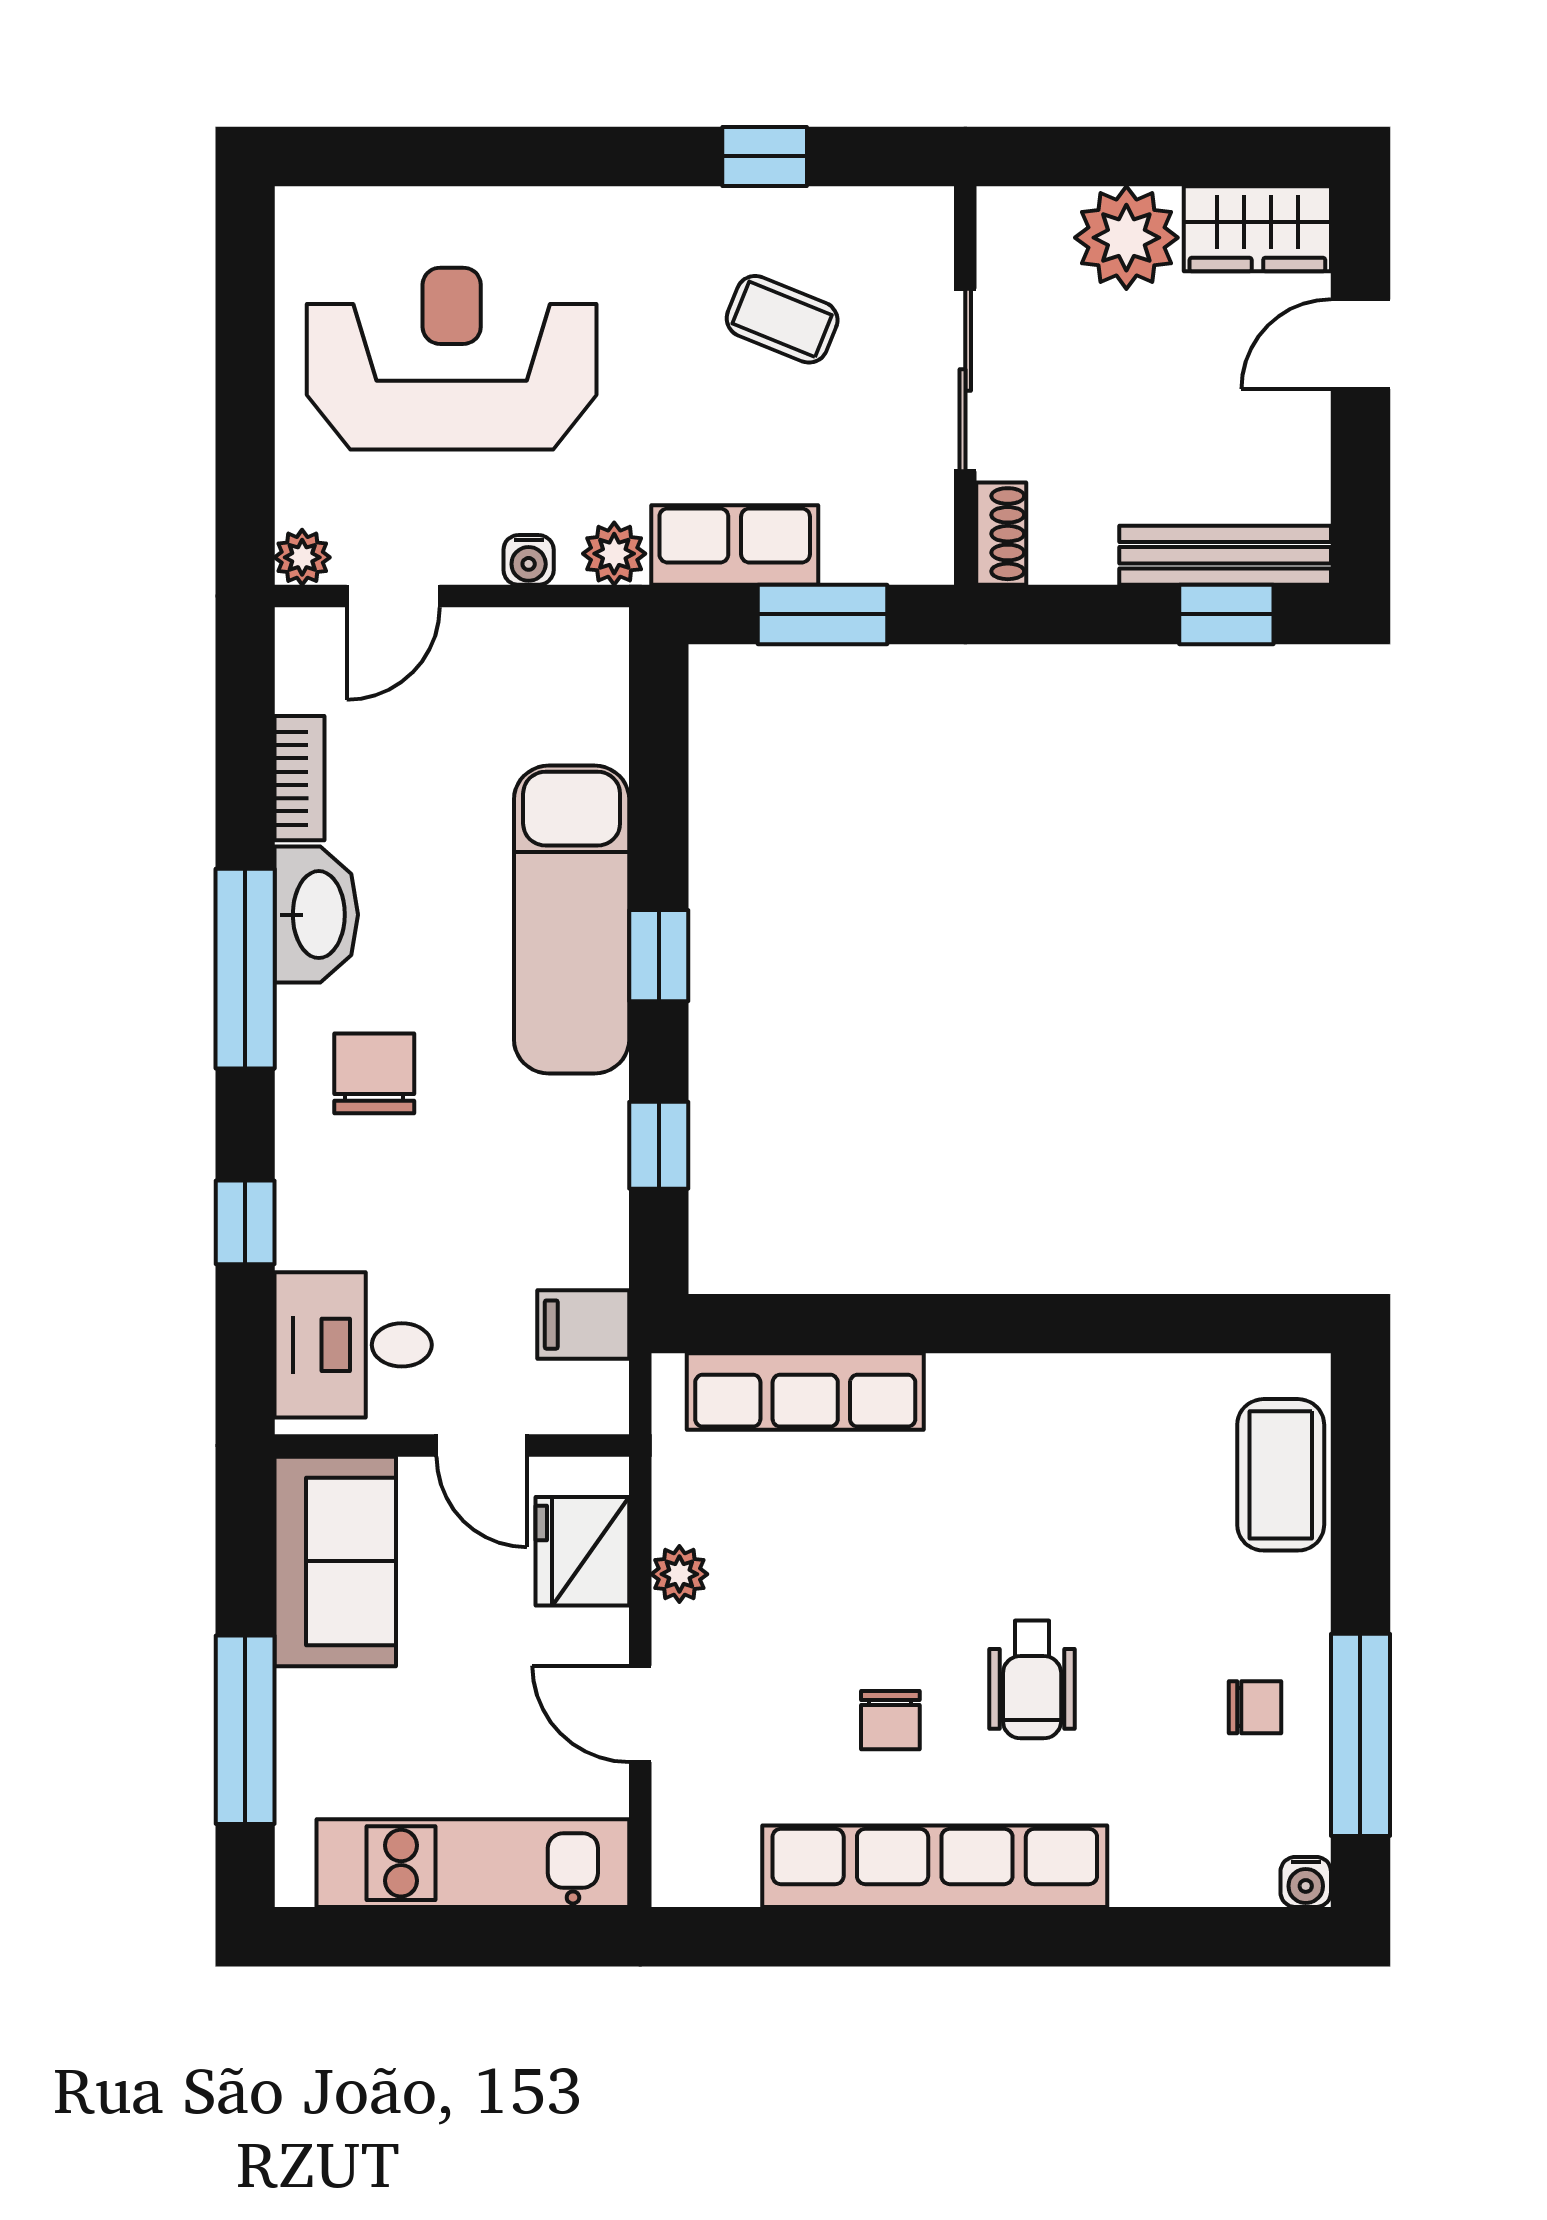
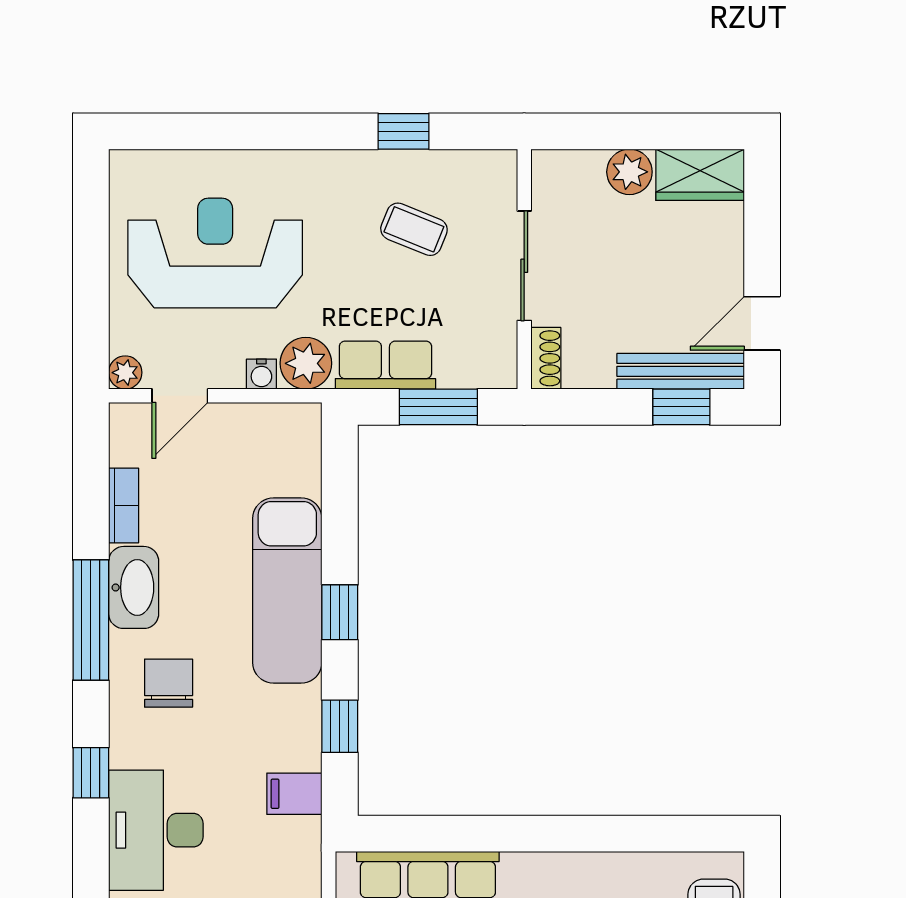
plant: (1126, 238) -> (629, 172), width x0.73, depth x0.73
door: (1360, 344) -> (762, 323), moved
plant: (614, 554) -> (306, 363), width x1.38, depth x1.38
filing cabinet: (583, 1325) -> (294, 794), moved
desk: (353, 1345) -> (156, 830), width x1.37

